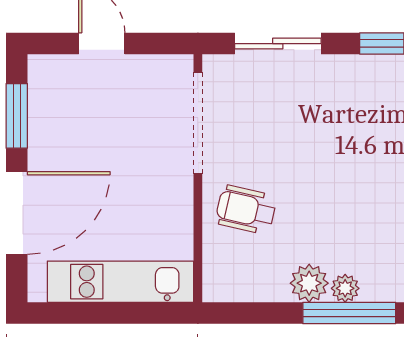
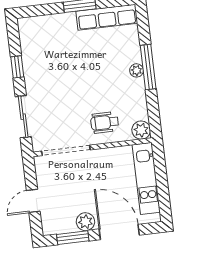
plant: (46, 146) -> (85, 222), added
wheelchair: (246, 210) -> (105, 123), turned 77
plant: (309, 283) -> (141, 130), moved

